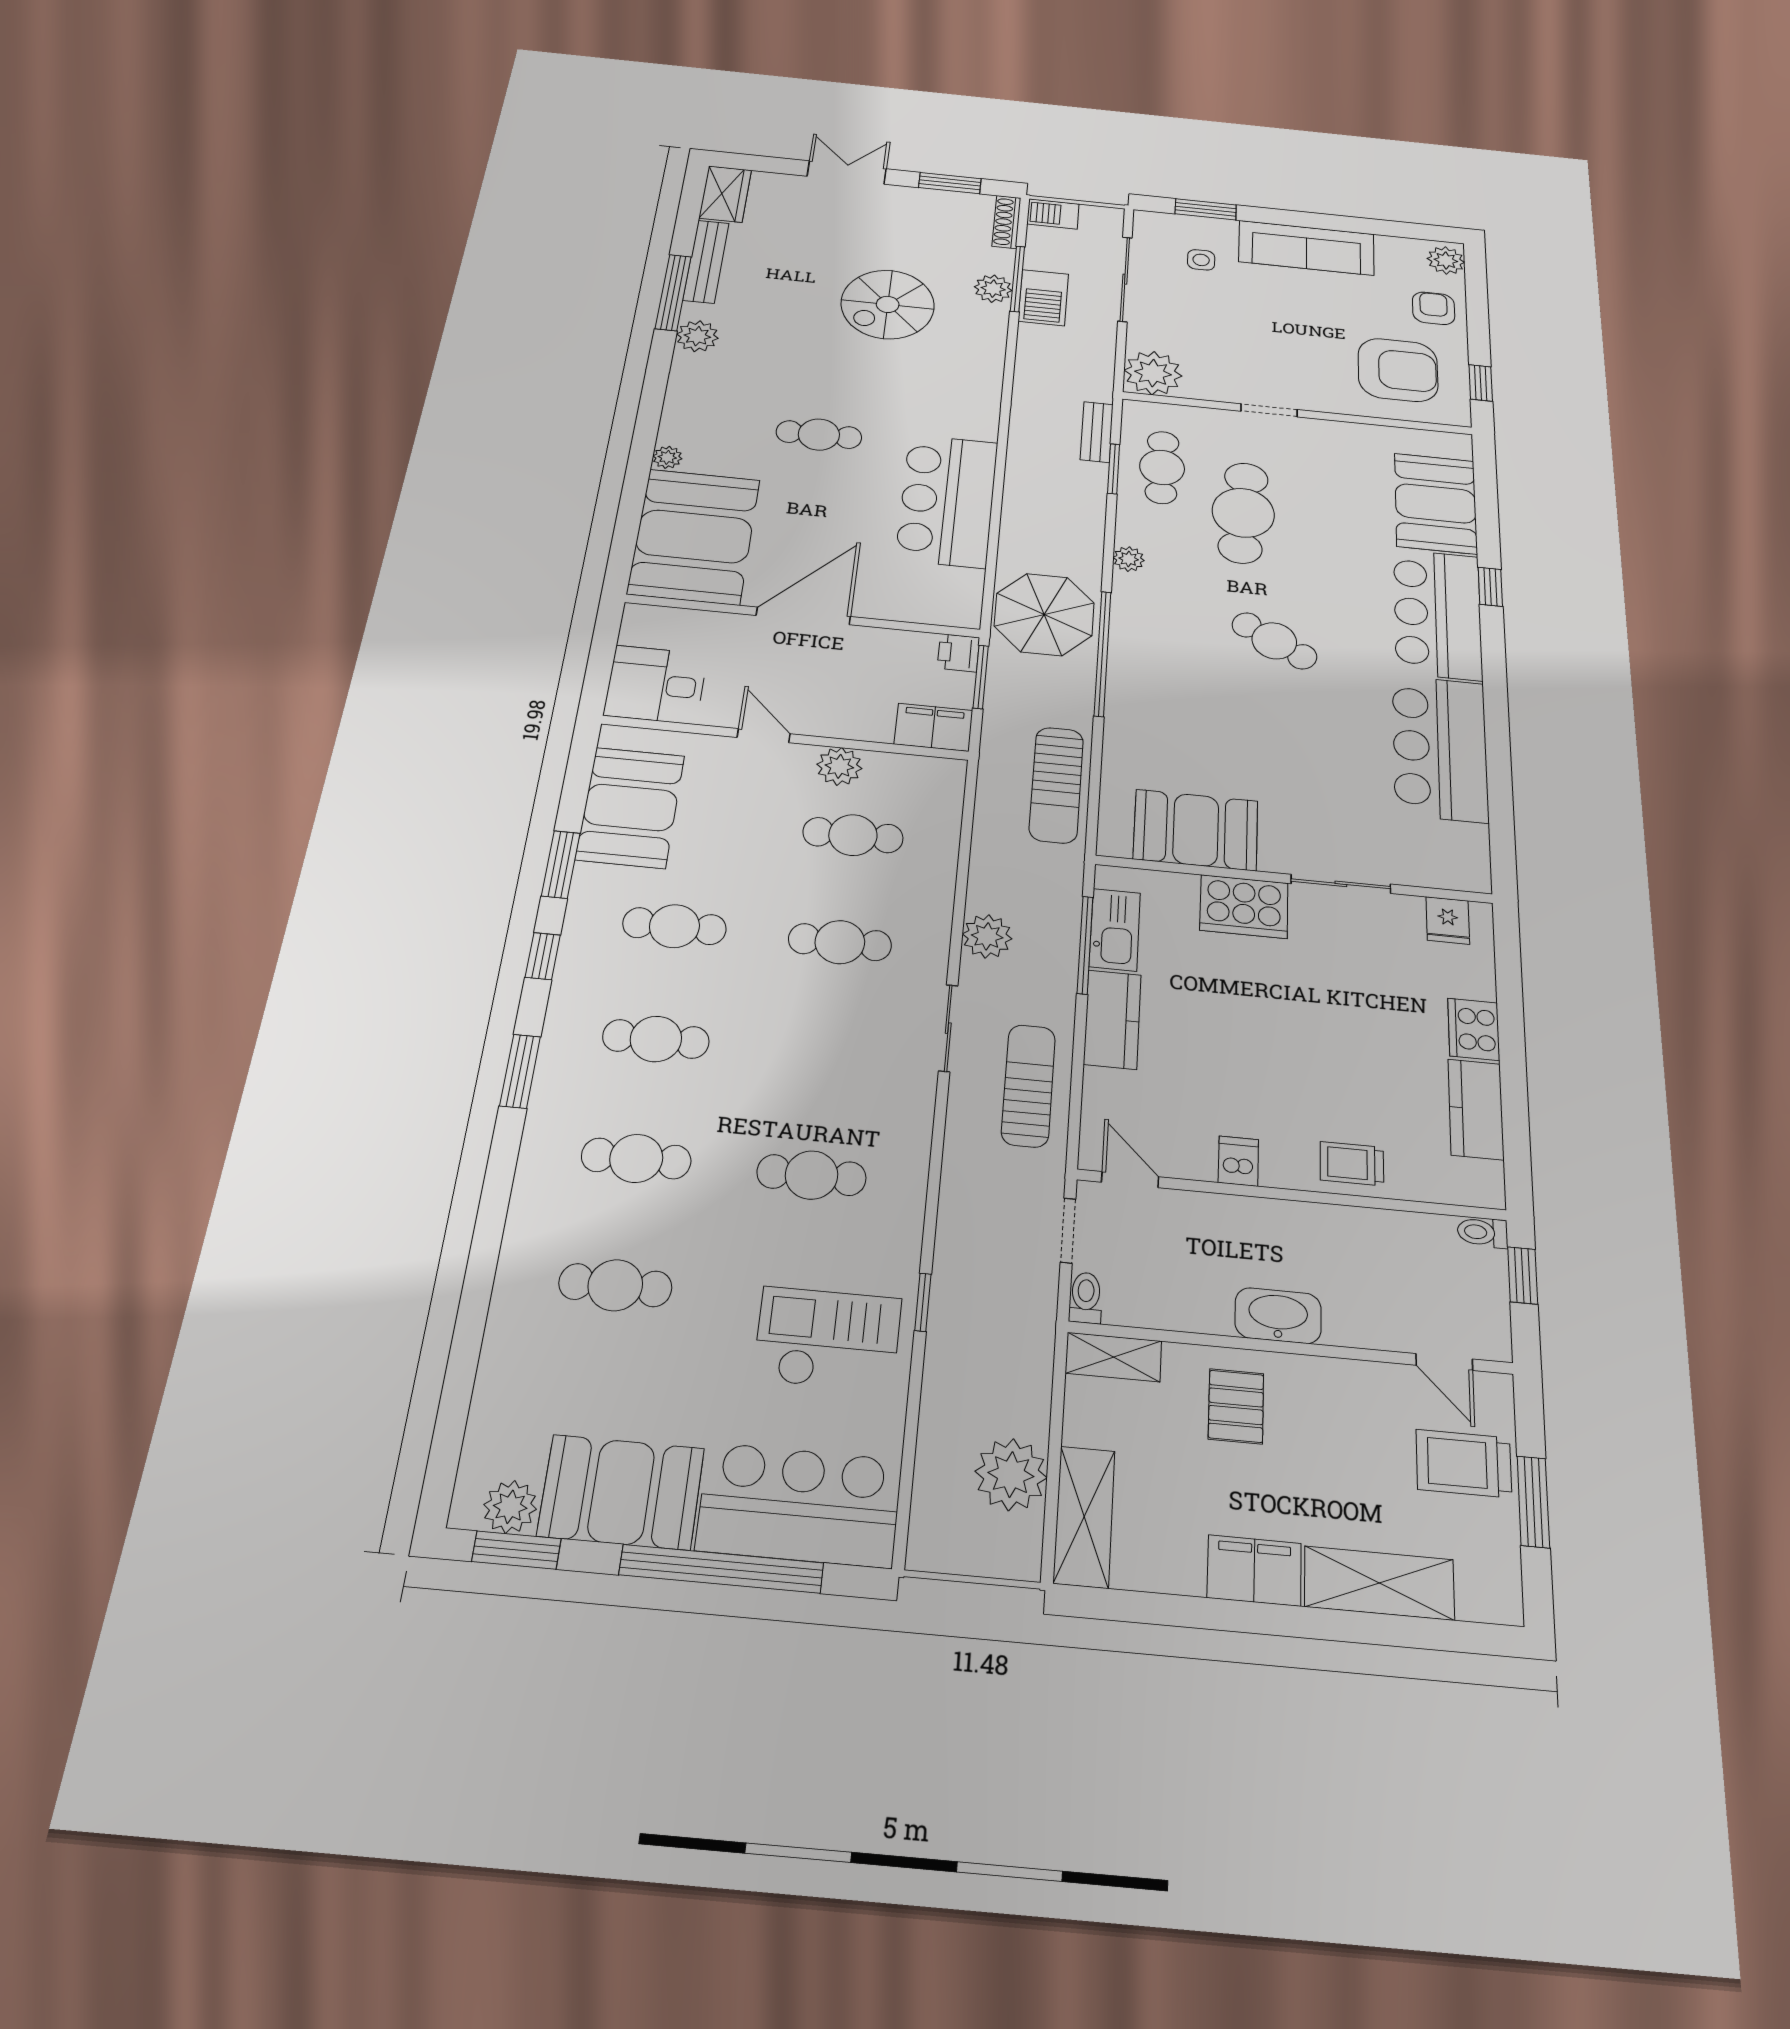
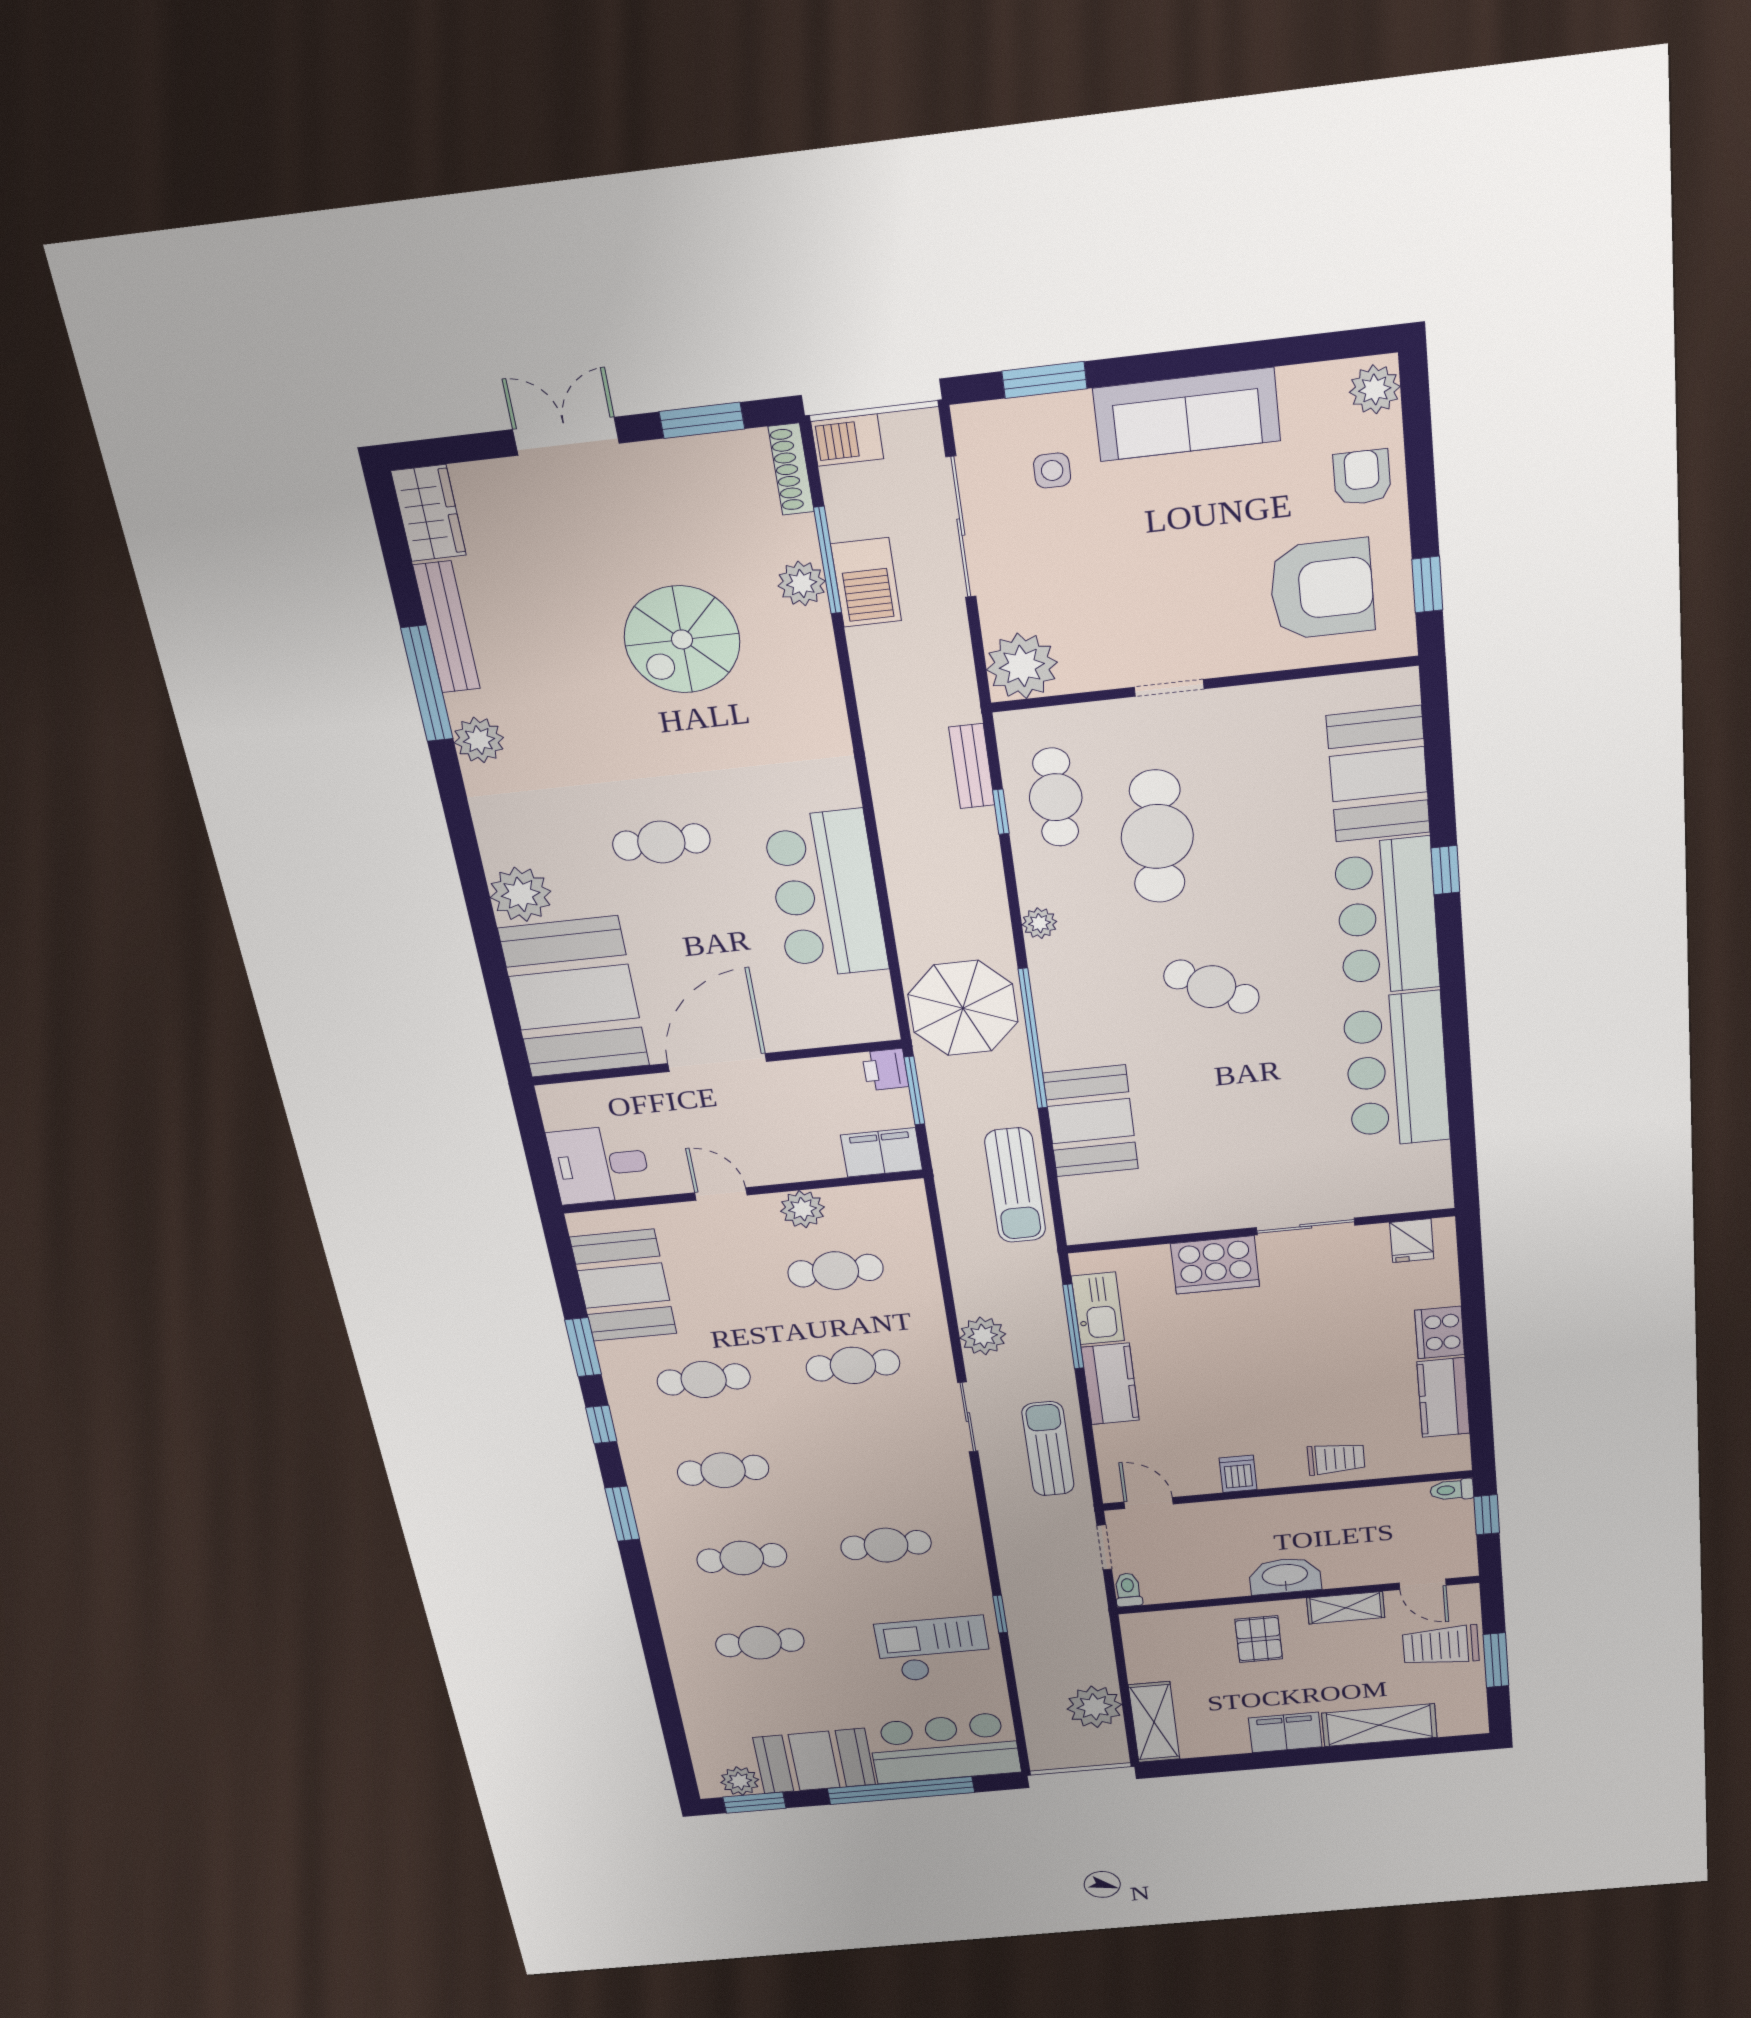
plant: (667, 457) -> (521, 894), width x1.88, depth x1.88
window: (1114, 469) -> (1001, 812), width x0.67
booth: (1196, 830) -> (1091, 1121), moved, turned 90
trolley: (1352, 1164) -> (1336, 1459), turned 180
shelving: (1113, 1357) -> (1346, 1608), moved

